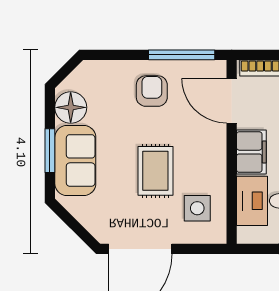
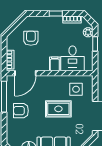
filing cabinet: (251, 152) -> (55, 64), width x0.50

